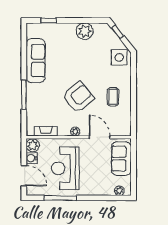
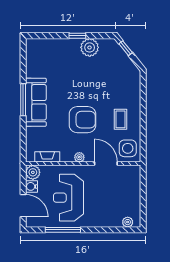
window: (49, 20) -> (77, 36), moved
side table: (119, 57) -> (128, 148), moved
sofa: (36, 61) -> (36, 102), moved
window: (24, 95) -> (23, 100), moved
armchair: (78, 97) -> (83, 120), turned 39
sofa: (121, 159) -> (130, 187), removed

